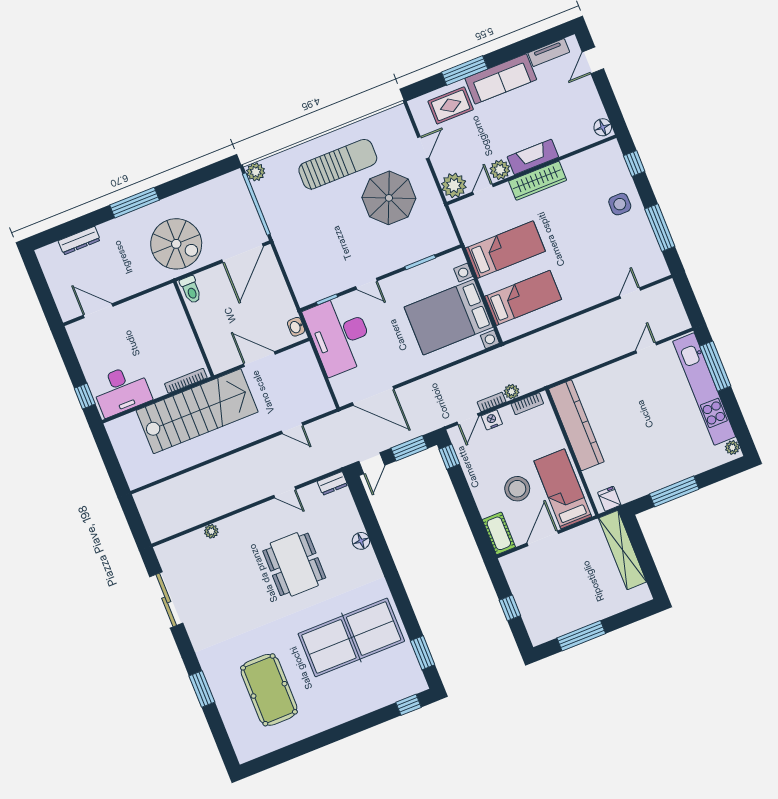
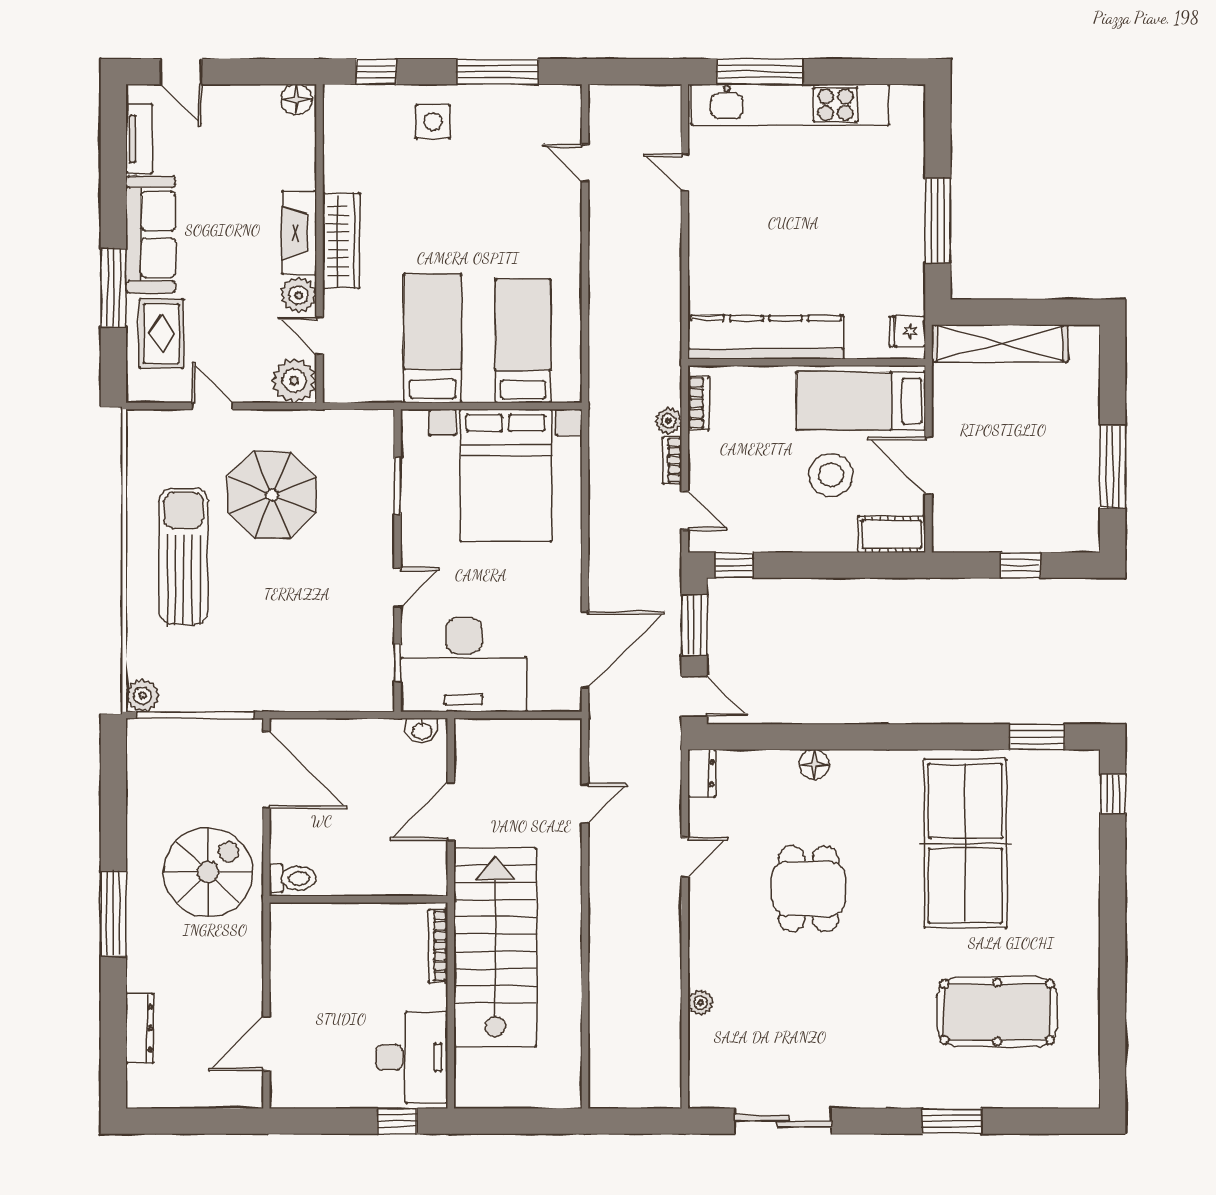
nightstand: (492, 420) -> (702, 472), removed
plant: (732, 448) -> (904, 97), removed
dining table: (294, 564) -> (809, 889), width x0.73

